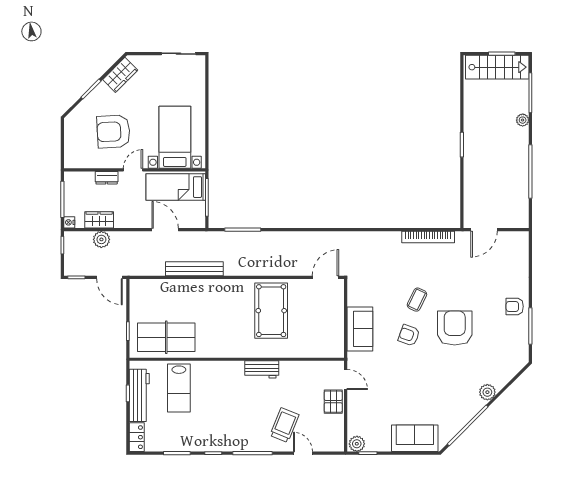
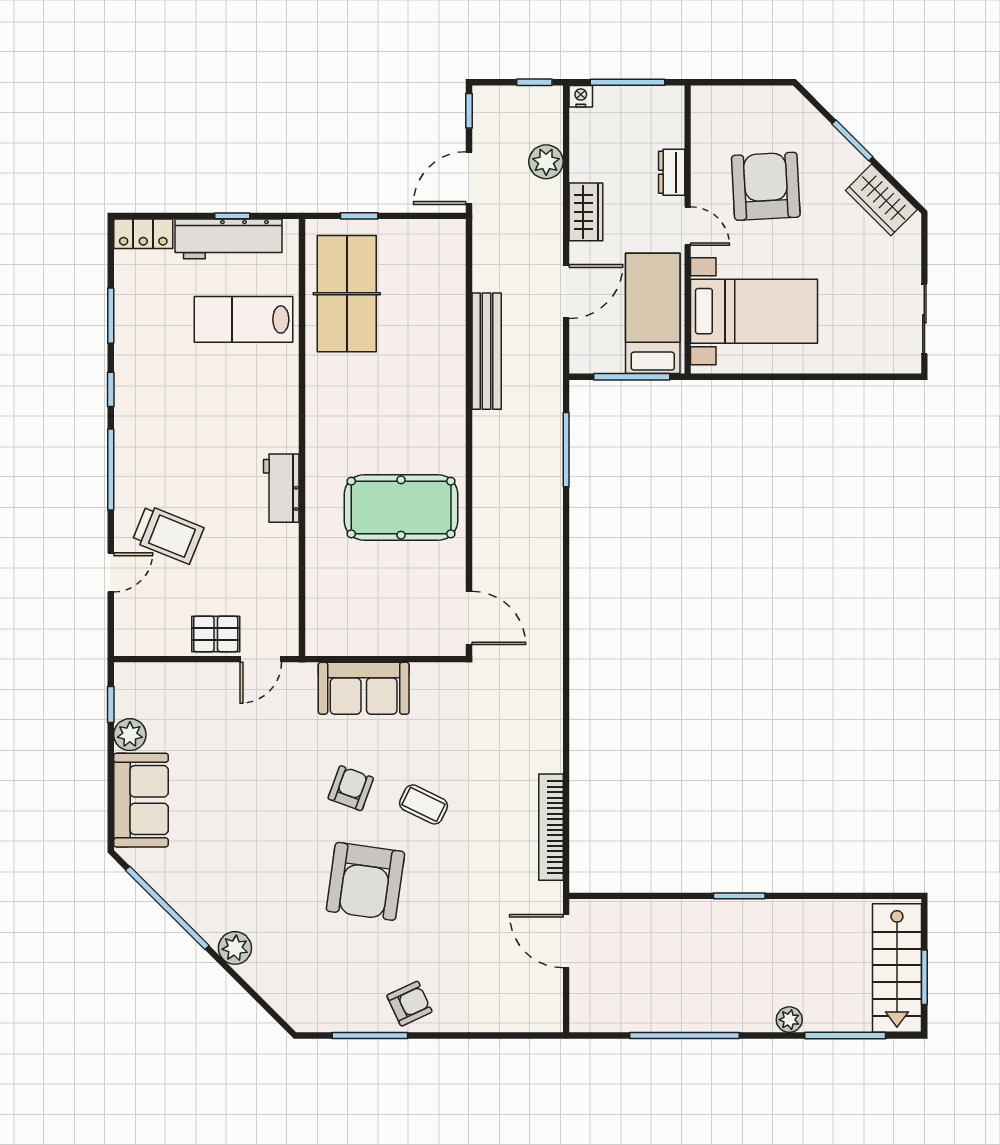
wardrobe: (99, 220) -> (586, 212), moved
armchair: (515, 306) -> (409, 1004), turned 65
armchair: (455, 328) -> (365, 881), turned 98
plant: (357, 444) -> (130, 735), moved

